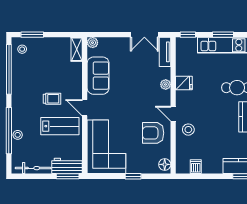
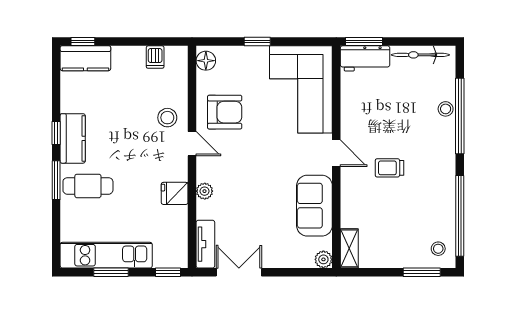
lab bench: (60, 126) -> (377, 123), removed

